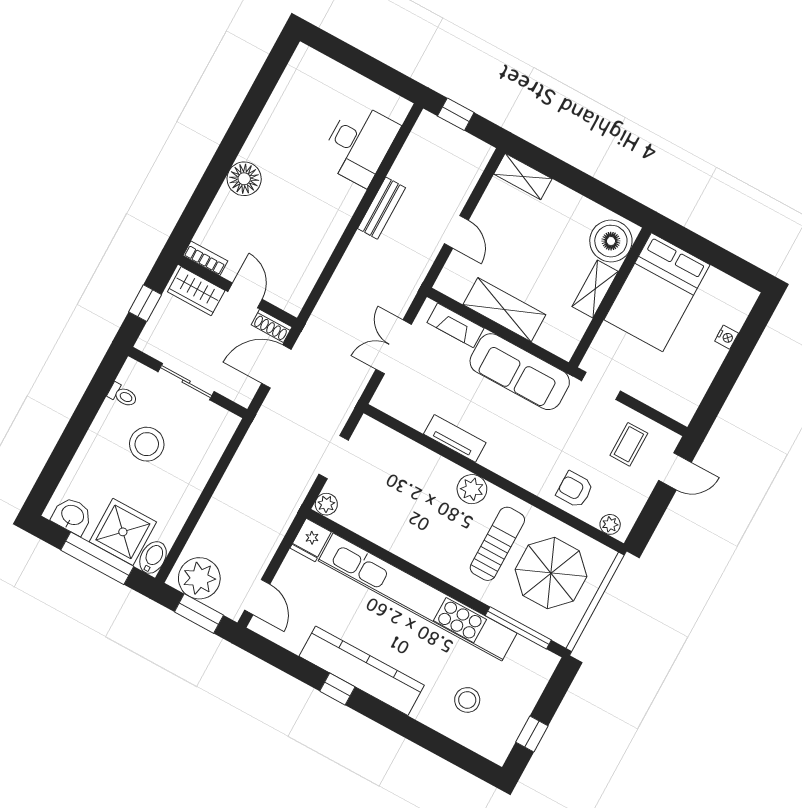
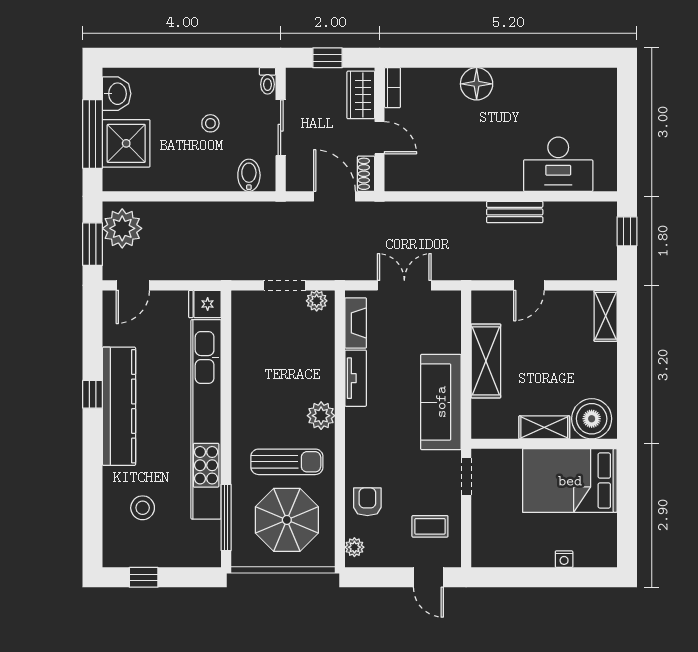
door: (245, 295) -> (380, 138), hinge flipped
fireplace: (456, 325) -> (356, 323), moved, turned 180
toilet: (123, 395) -> (268, 81), moved
stool: (147, 444) -> (210, 123), width x0.53, depth x0.53
plant: (326, 504) -> (317, 301), moved
bidet: (153, 557) -> (249, 175), moved, turned -90

